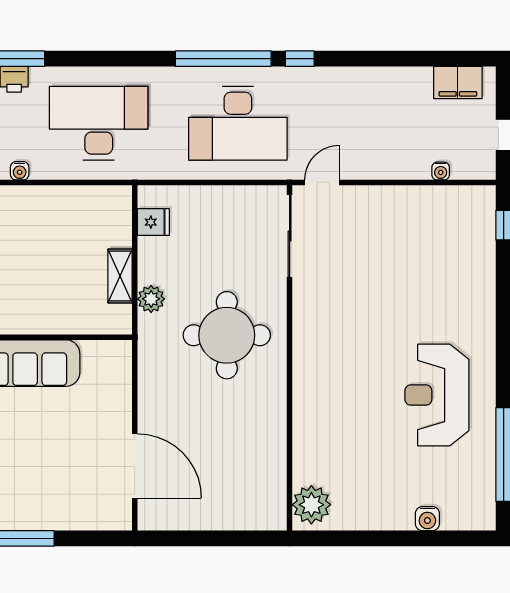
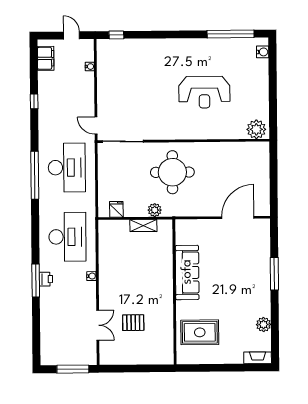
window: (300, 59) -> (34, 101), moved
desk: (99, 123) -> (67, 237), turned 180
reception desk: (437, 395) -> (204, 92), moved
water cooler: (427, 519) -> (263, 52), moved

